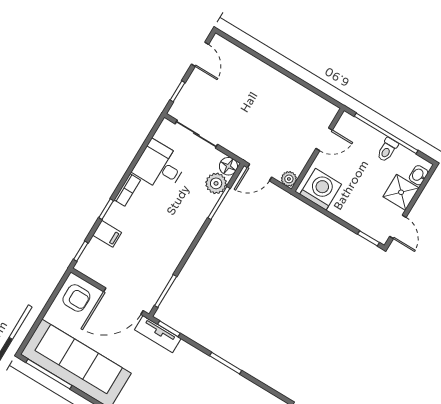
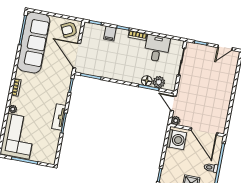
door: (324, 139) -> (204, 132), width x1.88
floor lamp: (228, 166) -> (147, 81), moved
armchair: (76, 298) -> (69, 30), turned 64
tv unit: (158, 334) -> (59, 117), moved

